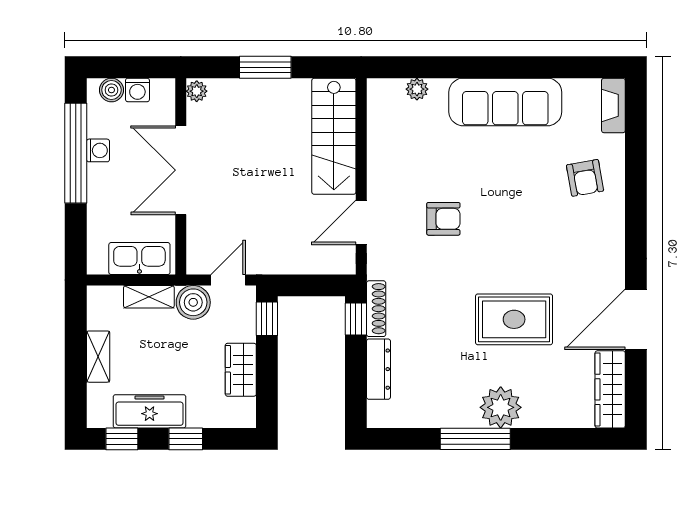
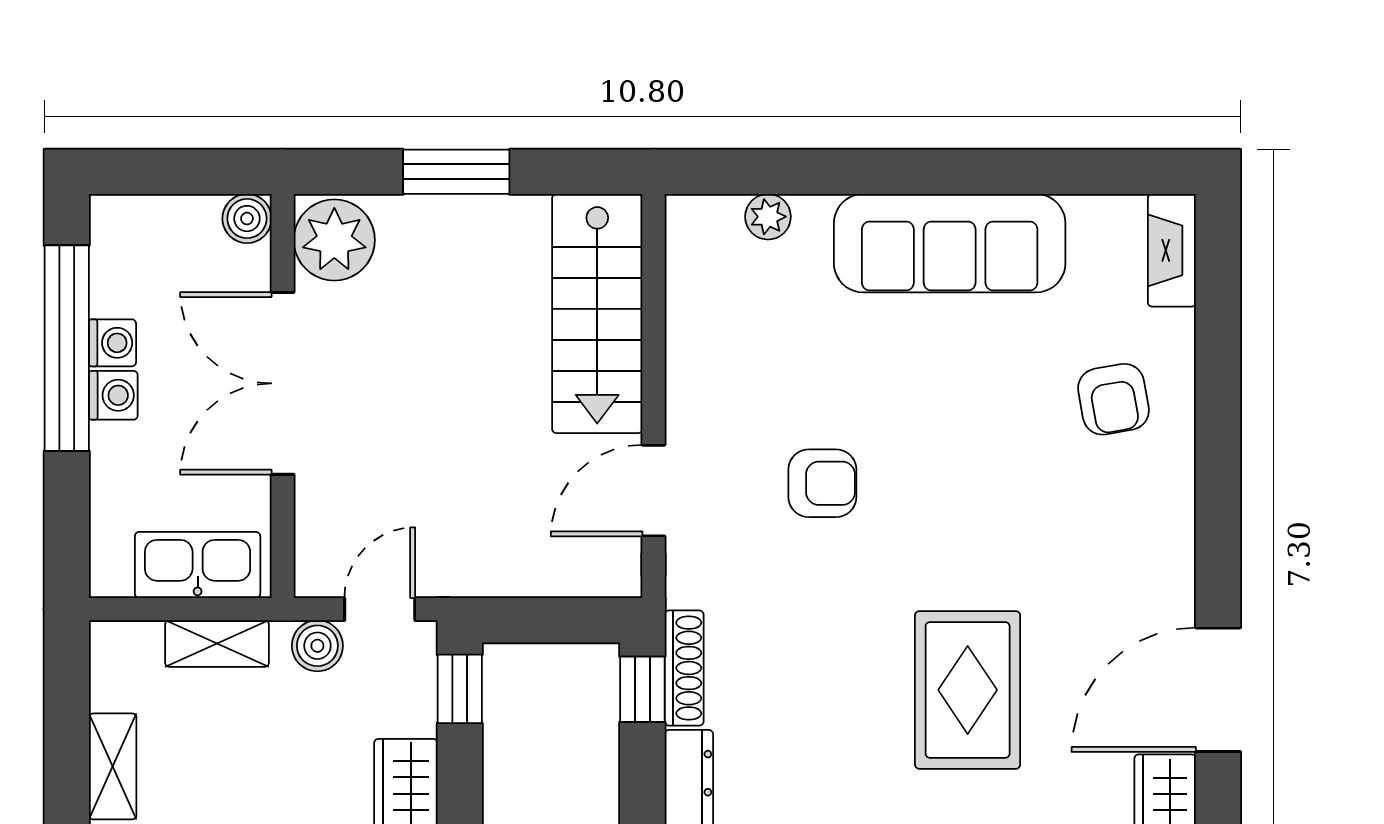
boiler: (111, 90) -> (247, 219), moved
washing machine: (137, 90) -> (113, 395), moved, turned -90
plant: (197, 91) -> (334, 240), width x1.88, depth x1.88
boiler: (193, 302) -> (317, 646), width x0.73, depth x0.73
rug: (514, 319) -> (968, 690), turned 90

